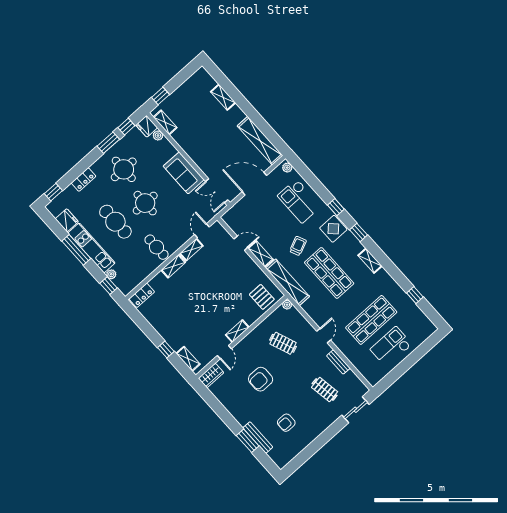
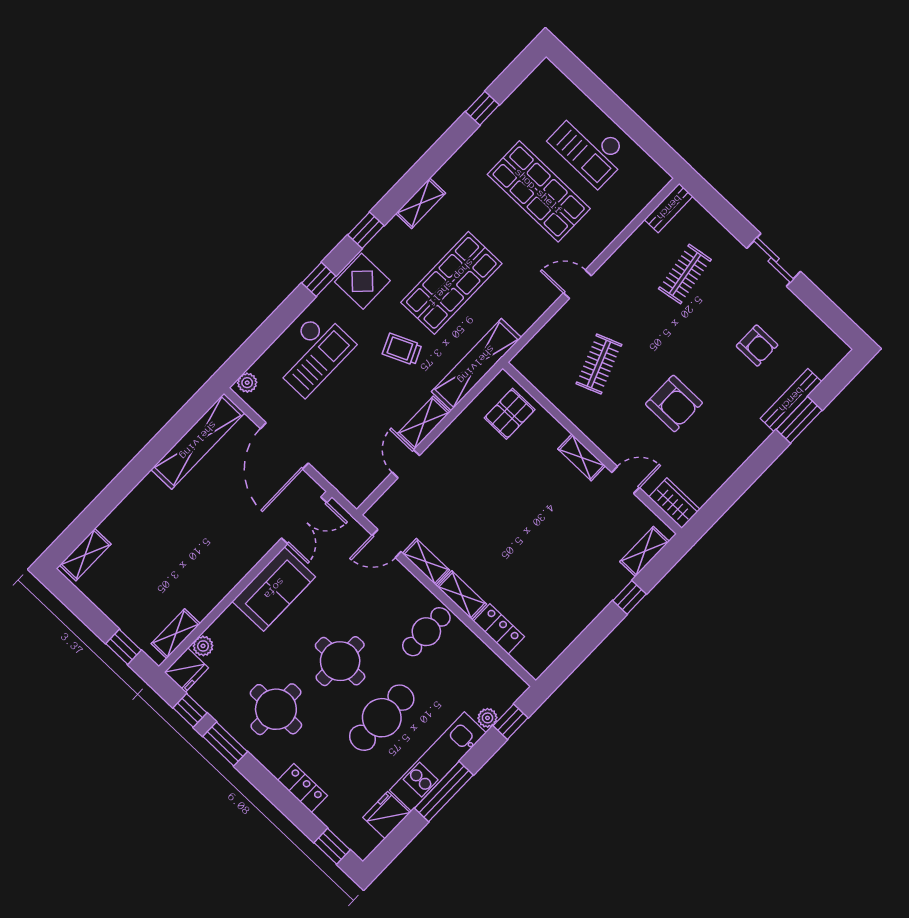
shelving: (223, 97) -> (85, 555), moved
locker: (142, 295) -> (499, 629), moved
plant: (287, 305) -> (521, 362), removed
bench: (338, 362) -> (669, 208), moved
sliding door: (355, 410) -> (774, 260), moved

